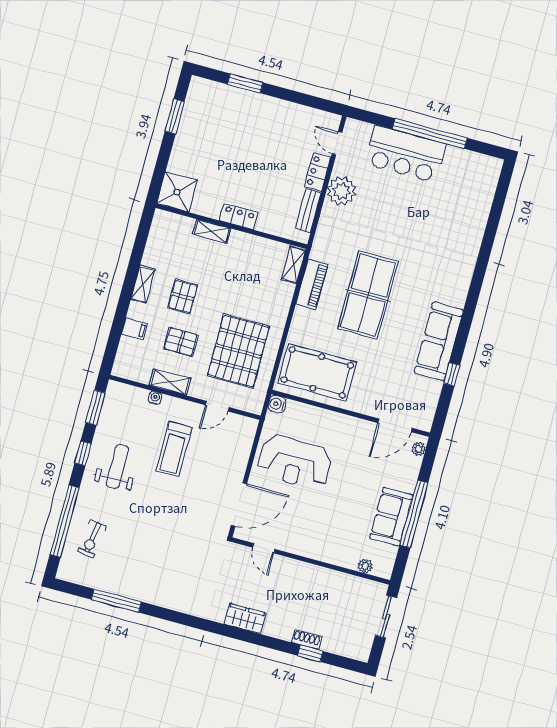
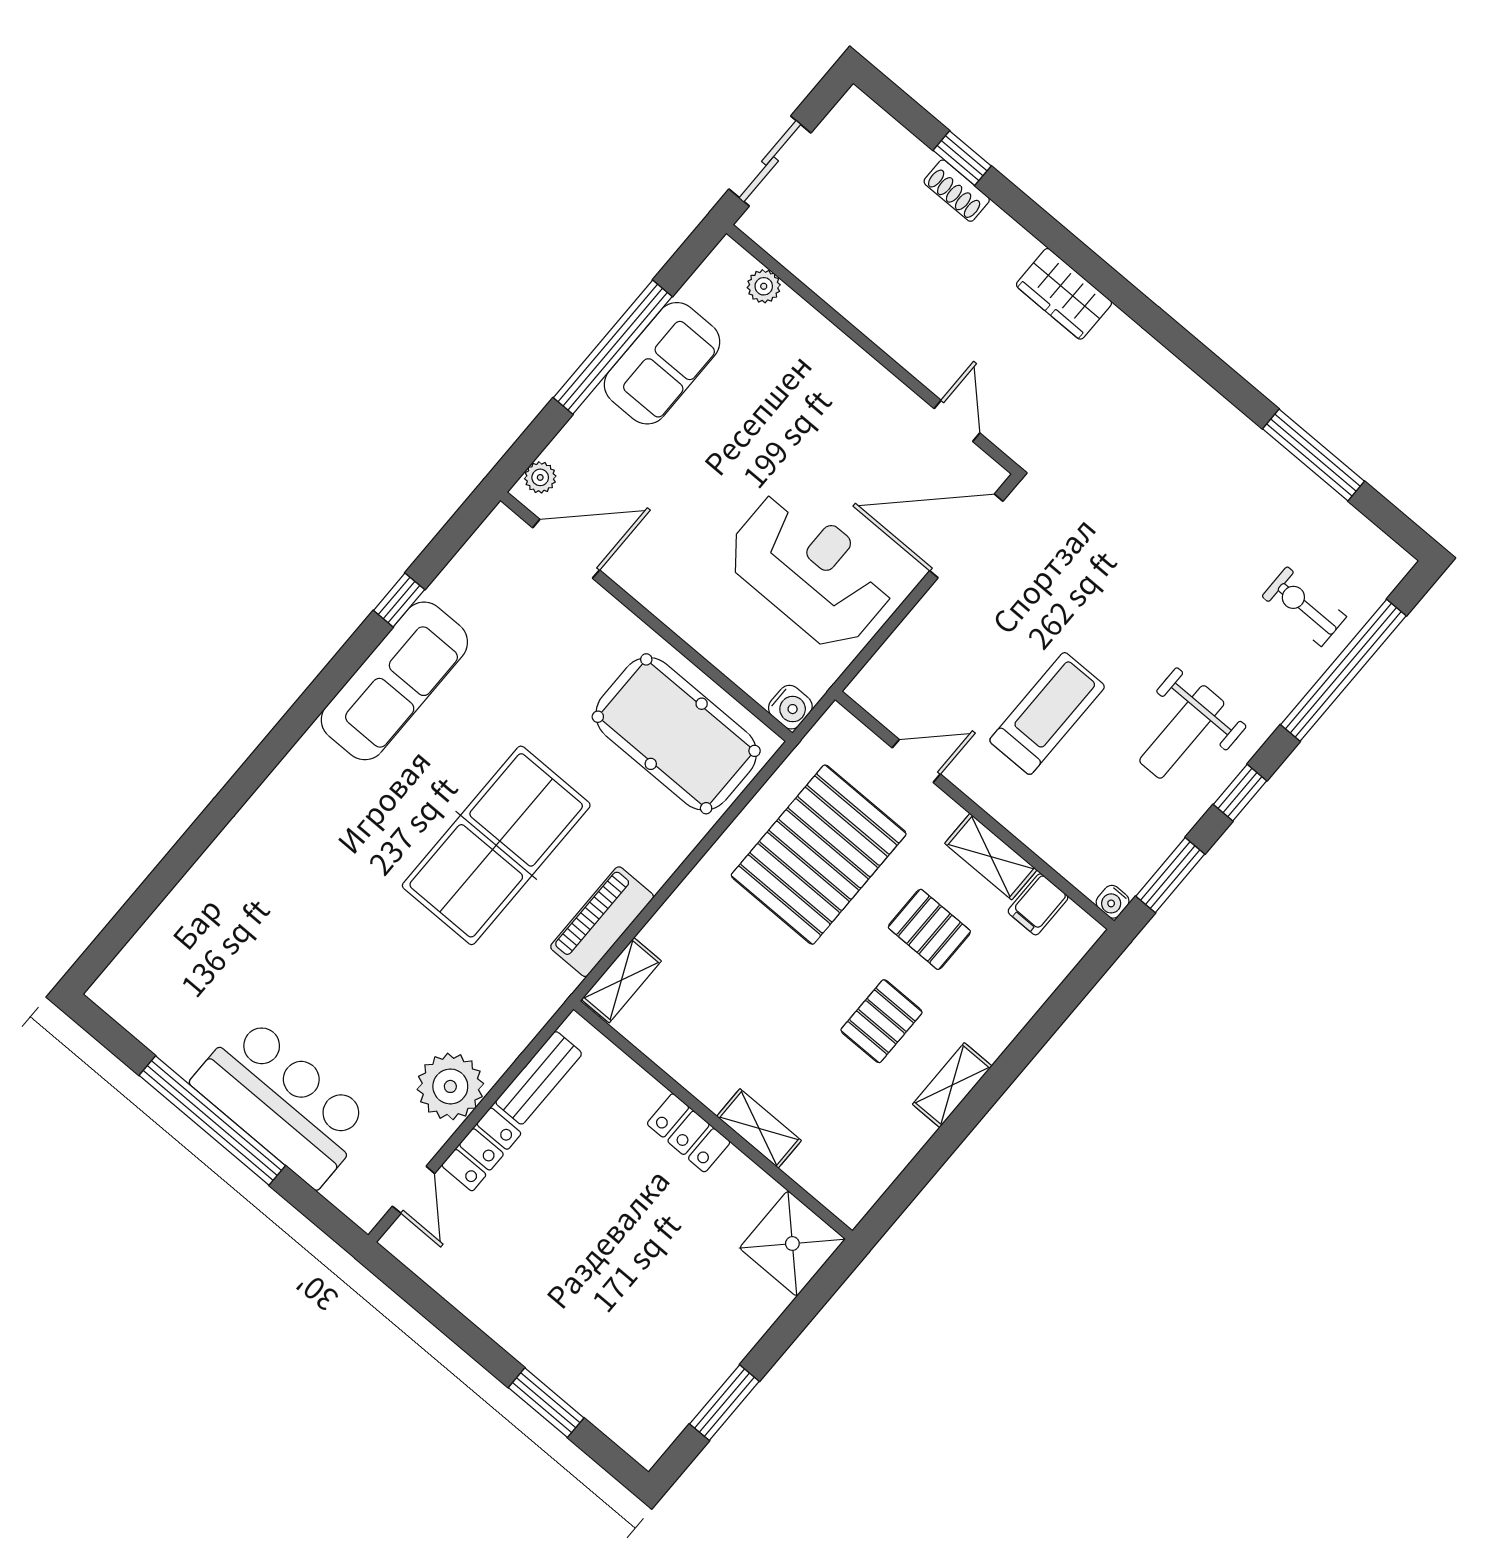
filing cabinet: (134, 329) -> (1038, 904), moved, turned -90
water cooler: (155, 398) -> (1113, 902), moved
exercise bike: (92, 539) -> (1304, 606), turned -98

